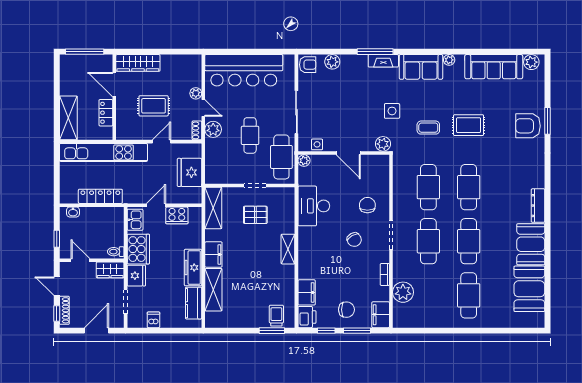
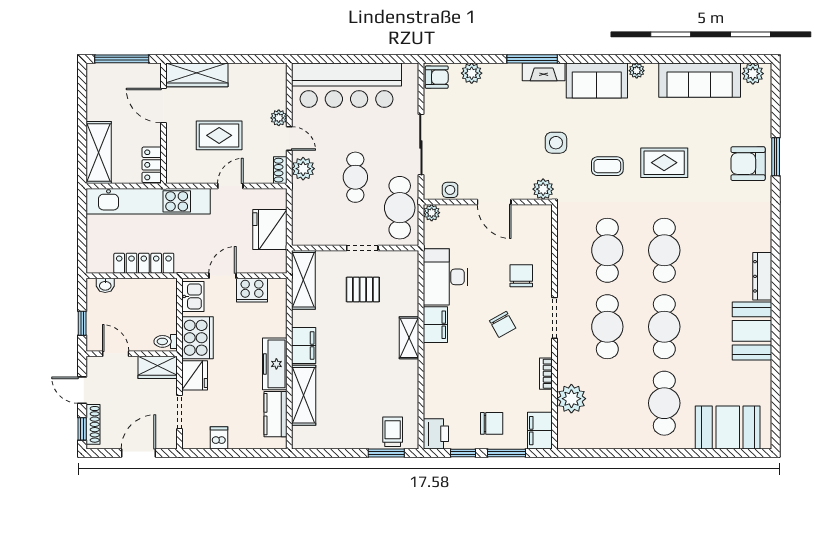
locker: (106, 113) -> (152, 165), moved
booth: (529, 289) -> (728, 427), moved, turned 90
filing cabinet: (307, 292) -> (435, 325), moved

